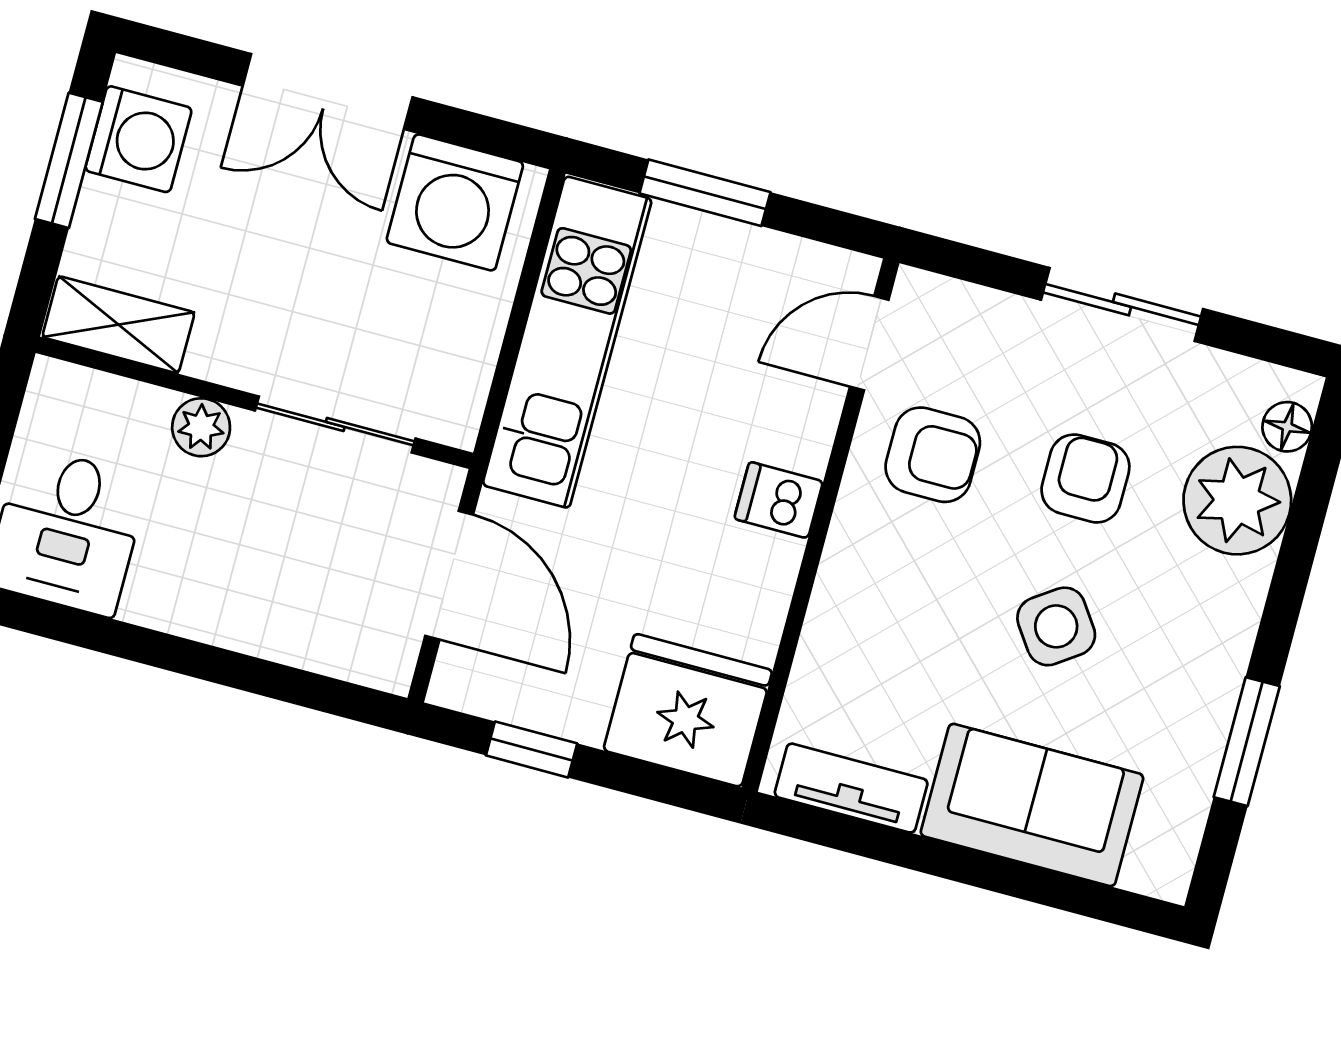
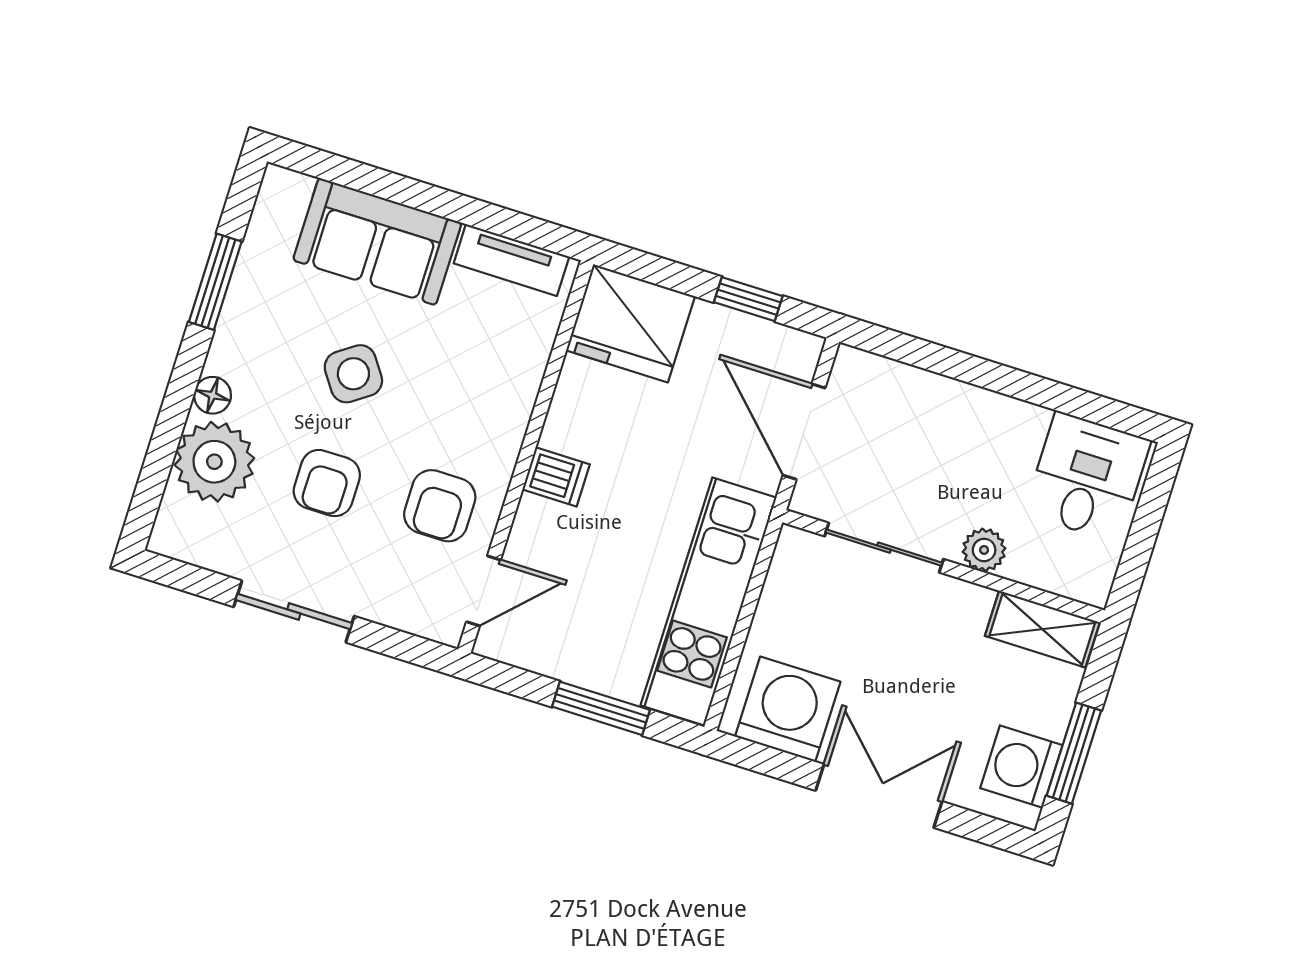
floor lamp: (1287, 427) -> (213, 395), moved
armchair: (933, 455) -> (440, 506), turned -90

